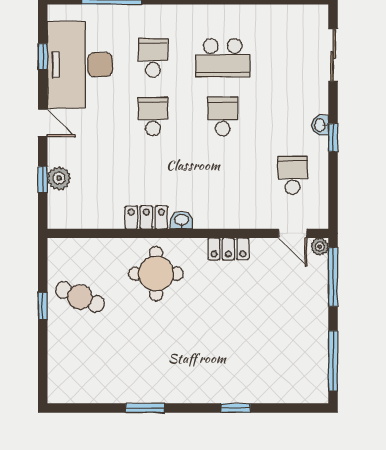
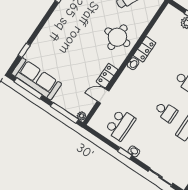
school desk: (292, 175) -> (120, 125), width x1.85
door: (293, 233) -> (103, 96), moved
sofa: (309, 358) -> (36, 79), added
window: (236, 408) -> (24, 50), moved

